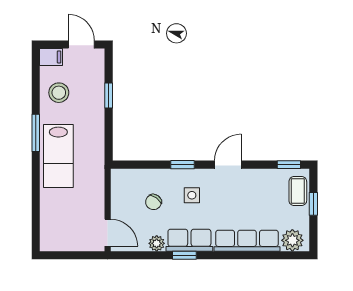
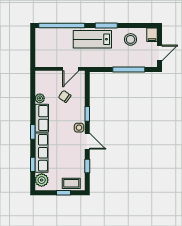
window: (109, 96) -> (129, 69), width x2.17
window: (289, 165) -> (87, 166), moved
side table: (192, 195) -> (79, 128), moved
window: (36, 207) -> (62, 26), added
door: (108, 233) -> (71, 69), moved
window: (184, 255) -> (33, 132), moved
window: (266, 255) -> (33, 164), added

